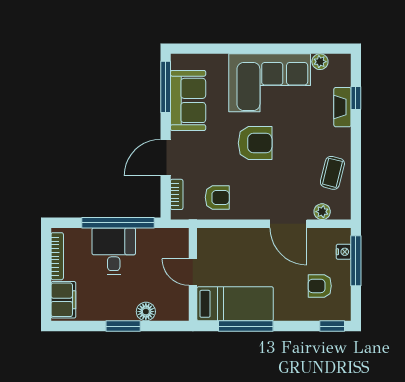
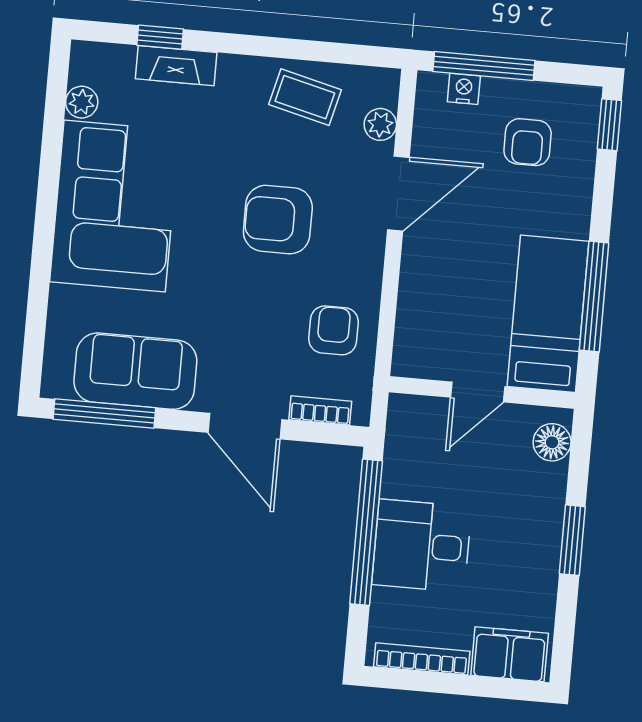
armchair: (255, 143) -> (278, 220), moved, turned -90
floor lamp: (146, 312) -> (552, 442), moved

